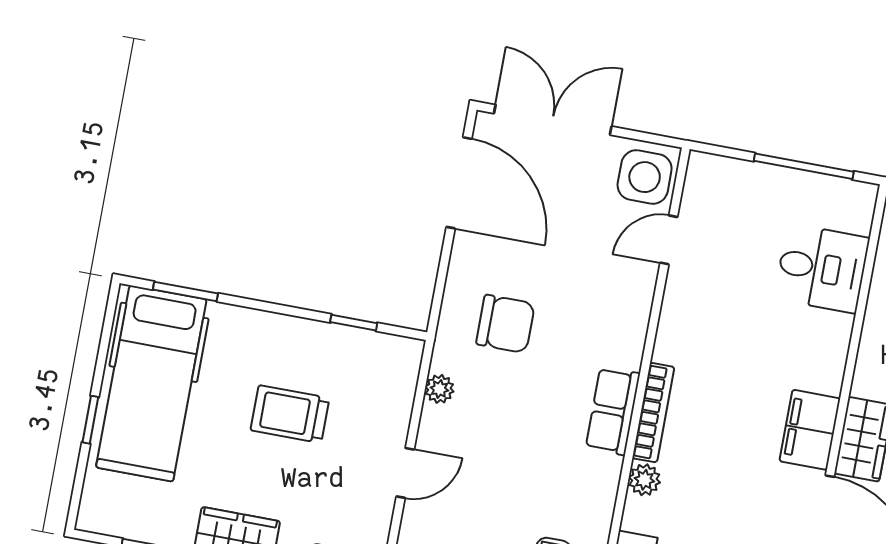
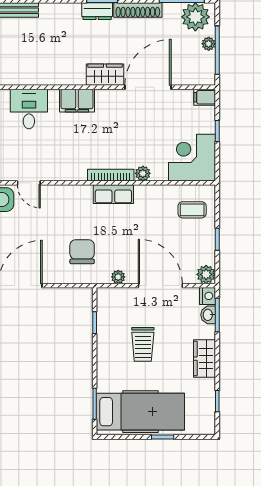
filing cabinet: (810, 430) -> (77, 101), moved
door: (405, 473) -> (160, 286), width x1.87

